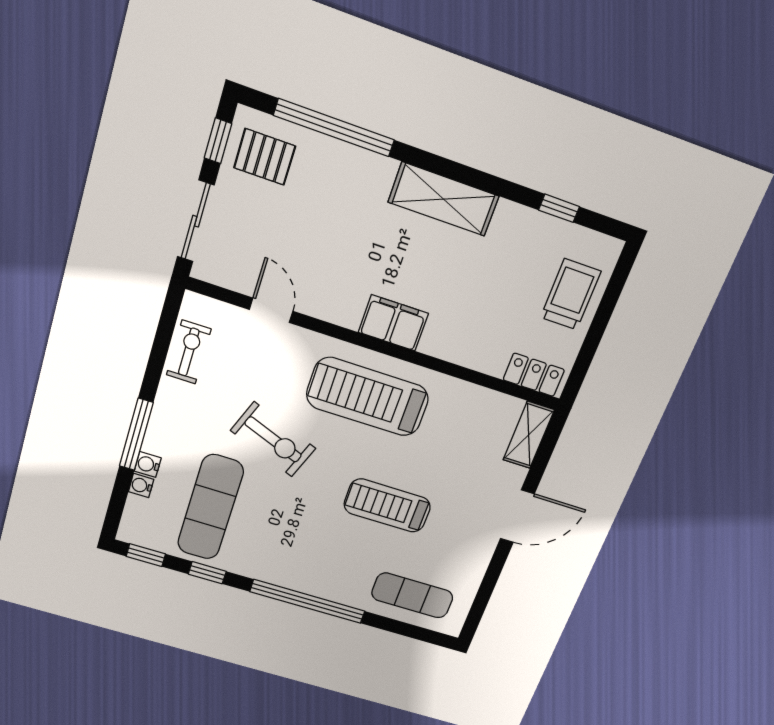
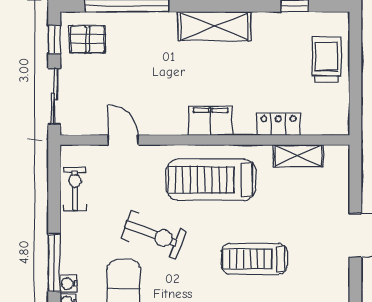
locker: (534, 375) -> (278, 124), moved
shelving: (529, 435) -> (298, 156), moved, turned 90

